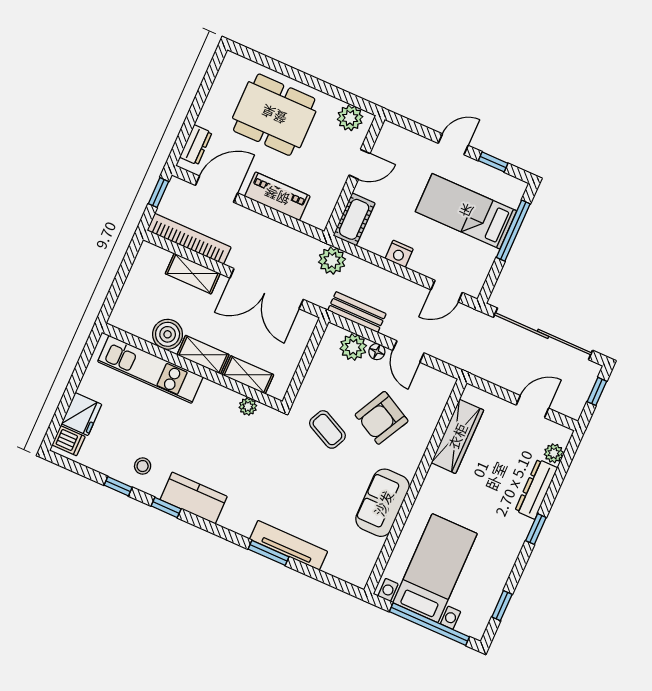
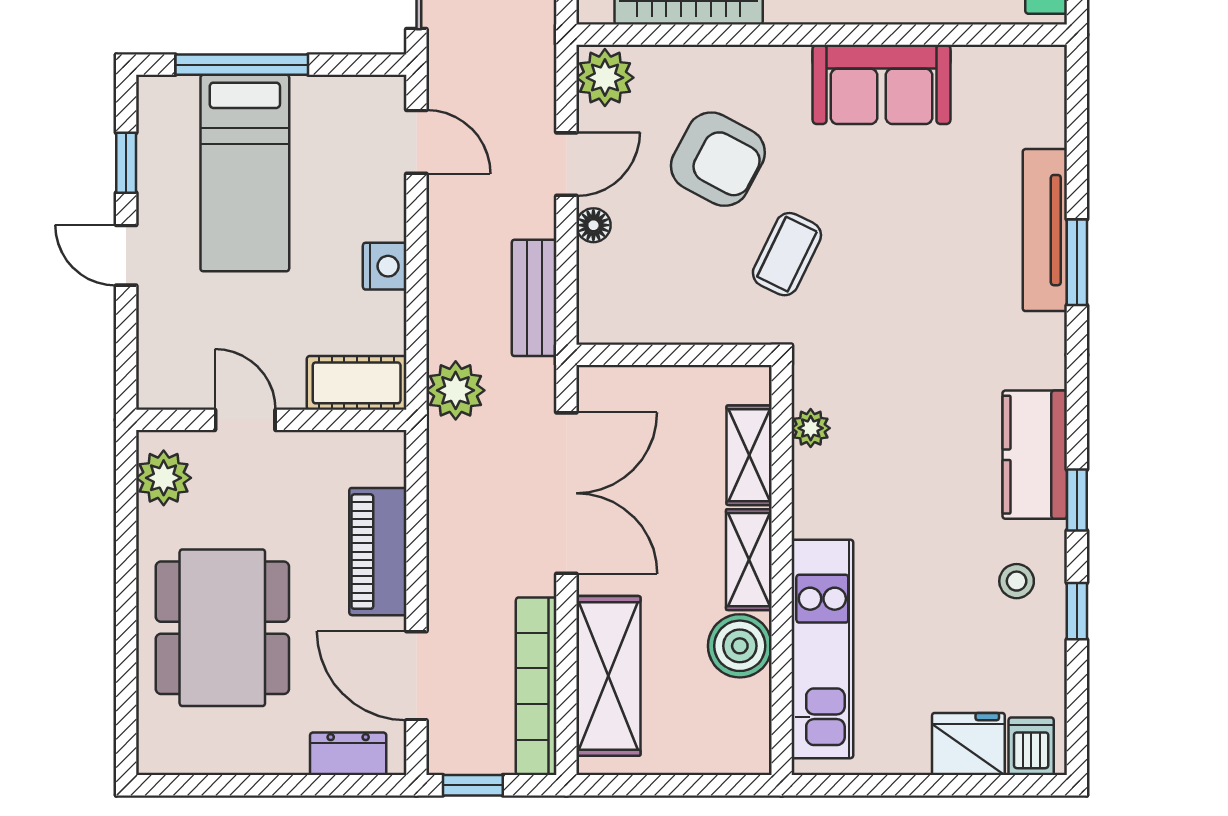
shelving: (193, 274) -> (608, 676), width x1.50, depth x1.33
plant: (353, 347) -> (605, 78), moved

